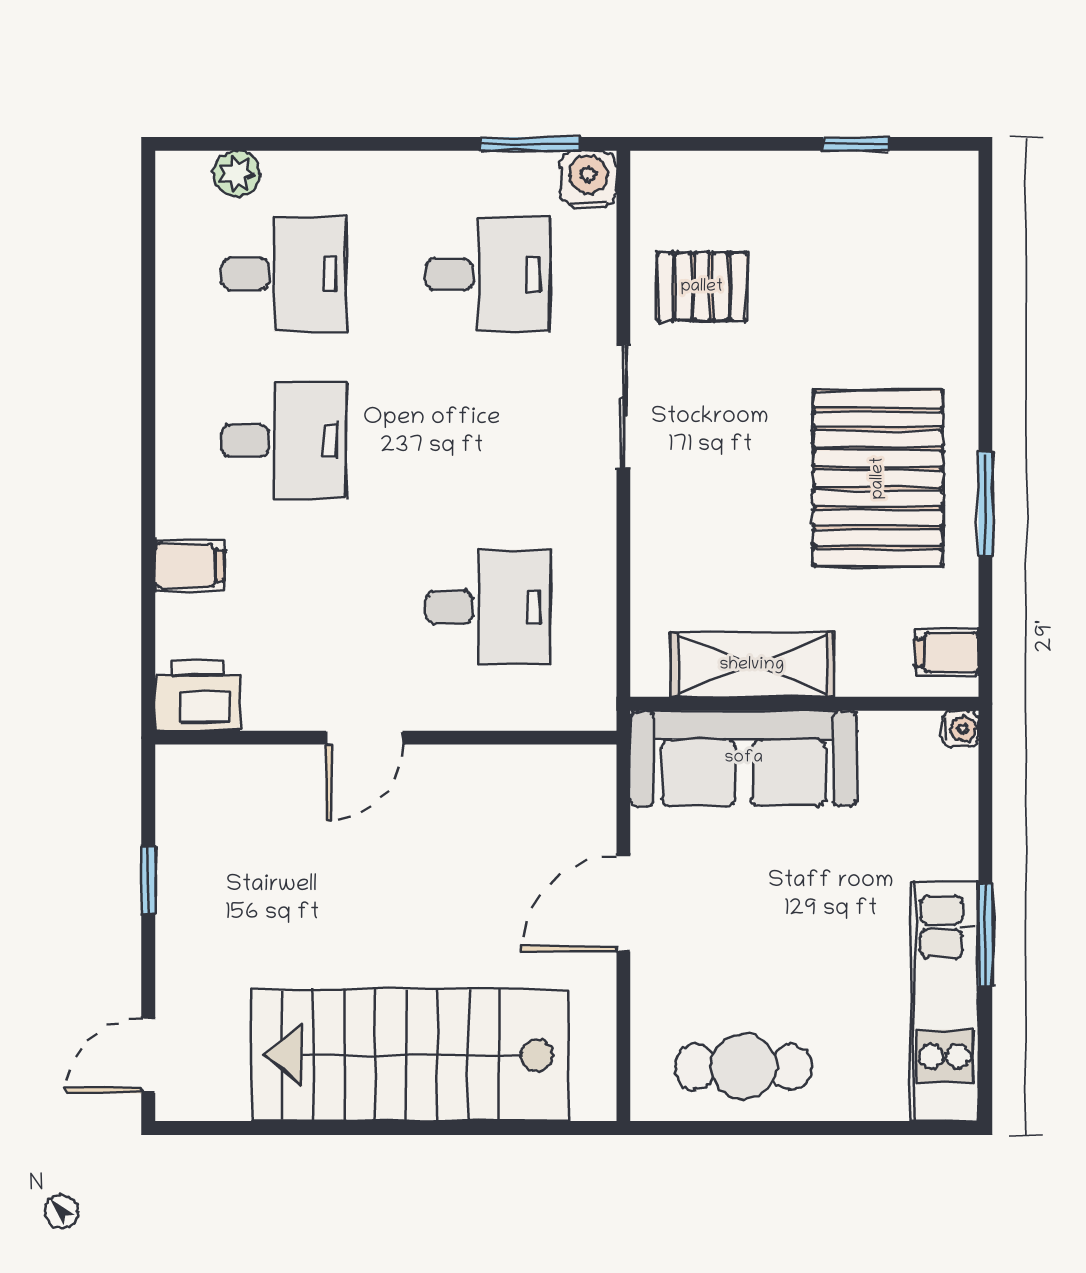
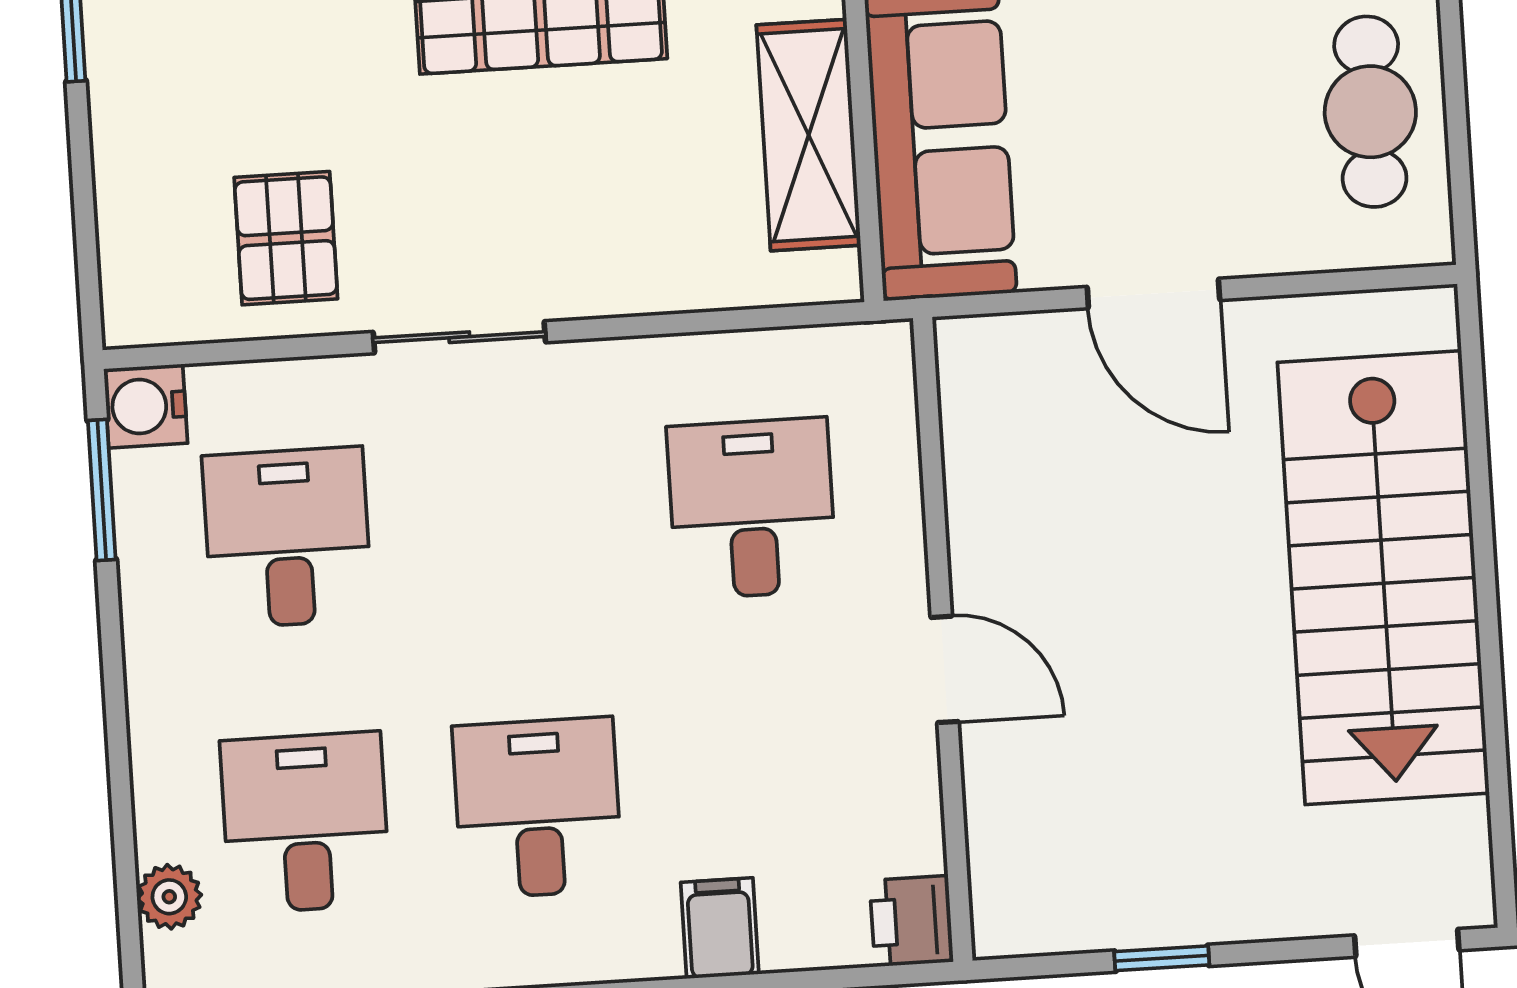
printer: (197, 696) -> (911, 921), width x0.73, depth x0.81

